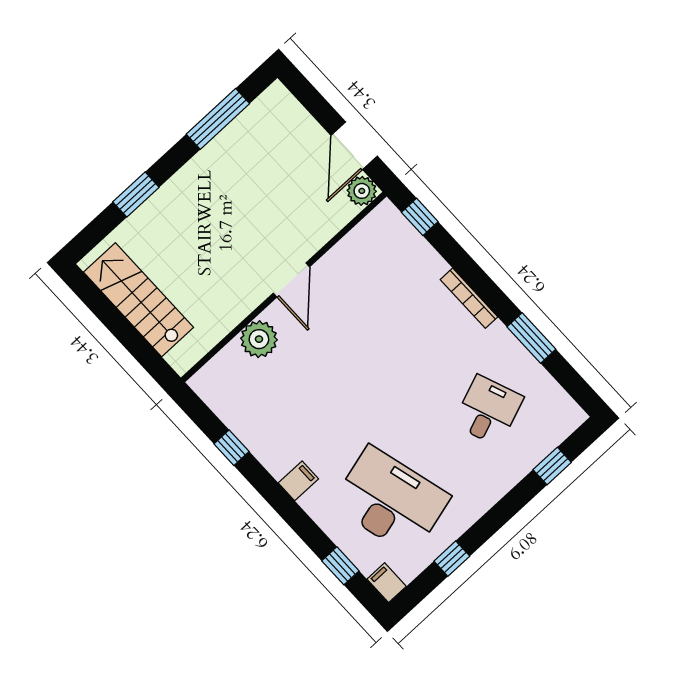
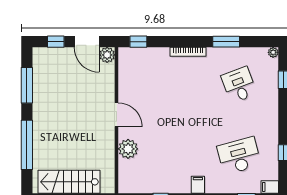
window: (315, 103) -> (56, 42), added
window: (136, 195) -> (27, 145), width x2.11
plant: (576, 416) -> (273, 52), added
desk: (391, 501) -> (239, 156), width x0.73, depth x0.77

